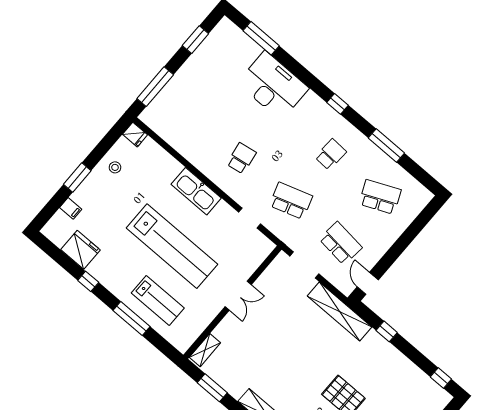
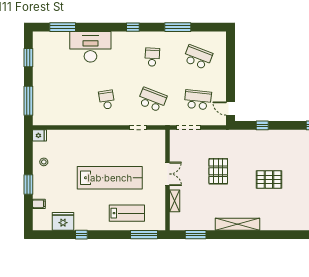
kitchen sink: (196, 191) -> (98, 138), removed
school desk: (380, 197) -> (198, 57), turned 45
school desk: (291, 201) -> (152, 100), turned 39
shelving: (340, 312) -> (228, 136), removed
window: (131, 319) -> (144, 235), moved
pallet: (296, 340) -> (218, 171), added
shelving: (205, 350) -> (175, 201), moved

